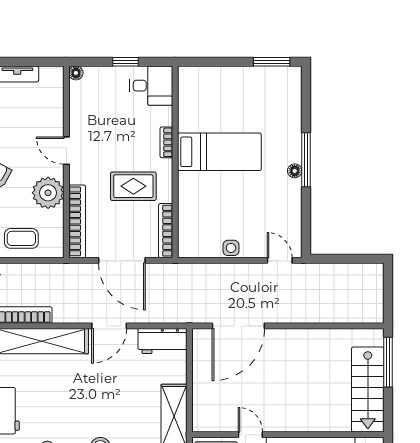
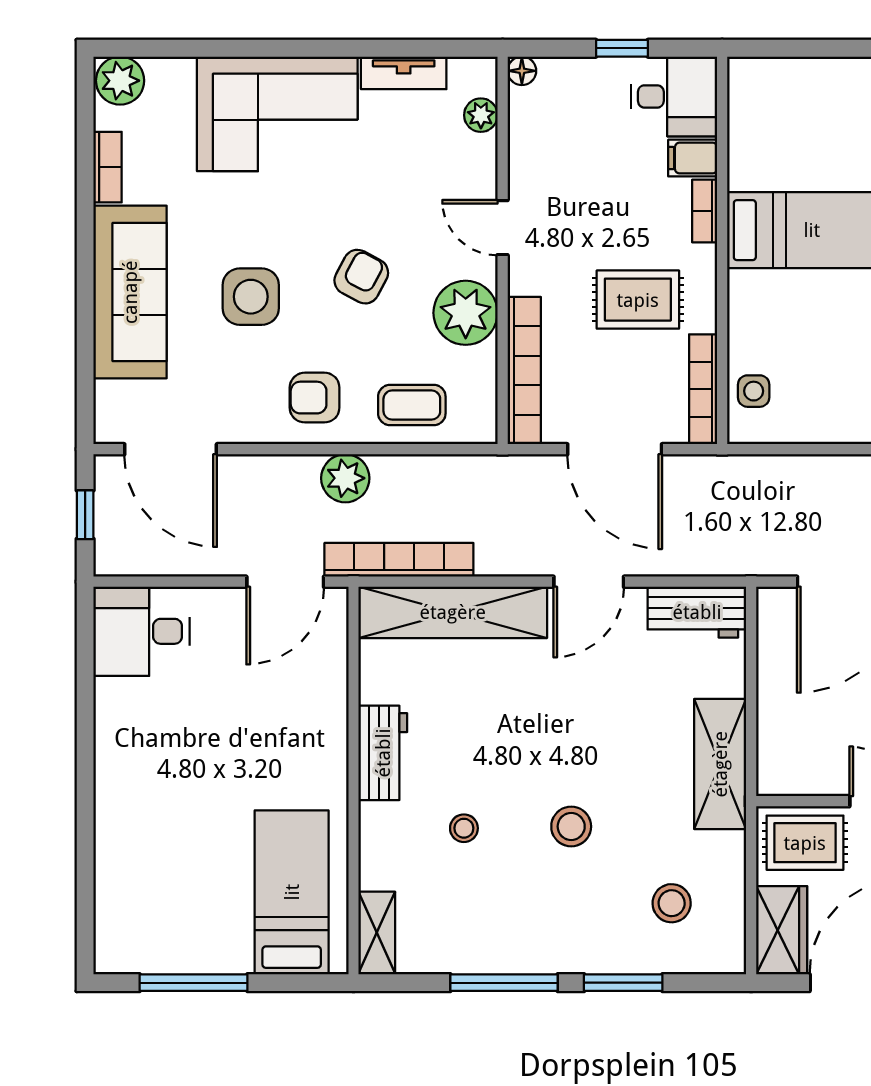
plant: (56, 95) -> (481, 115), added
filing cabinet: (160, 116) -> (693, 158), added
side table: (231, 248) -> (754, 391), moved

